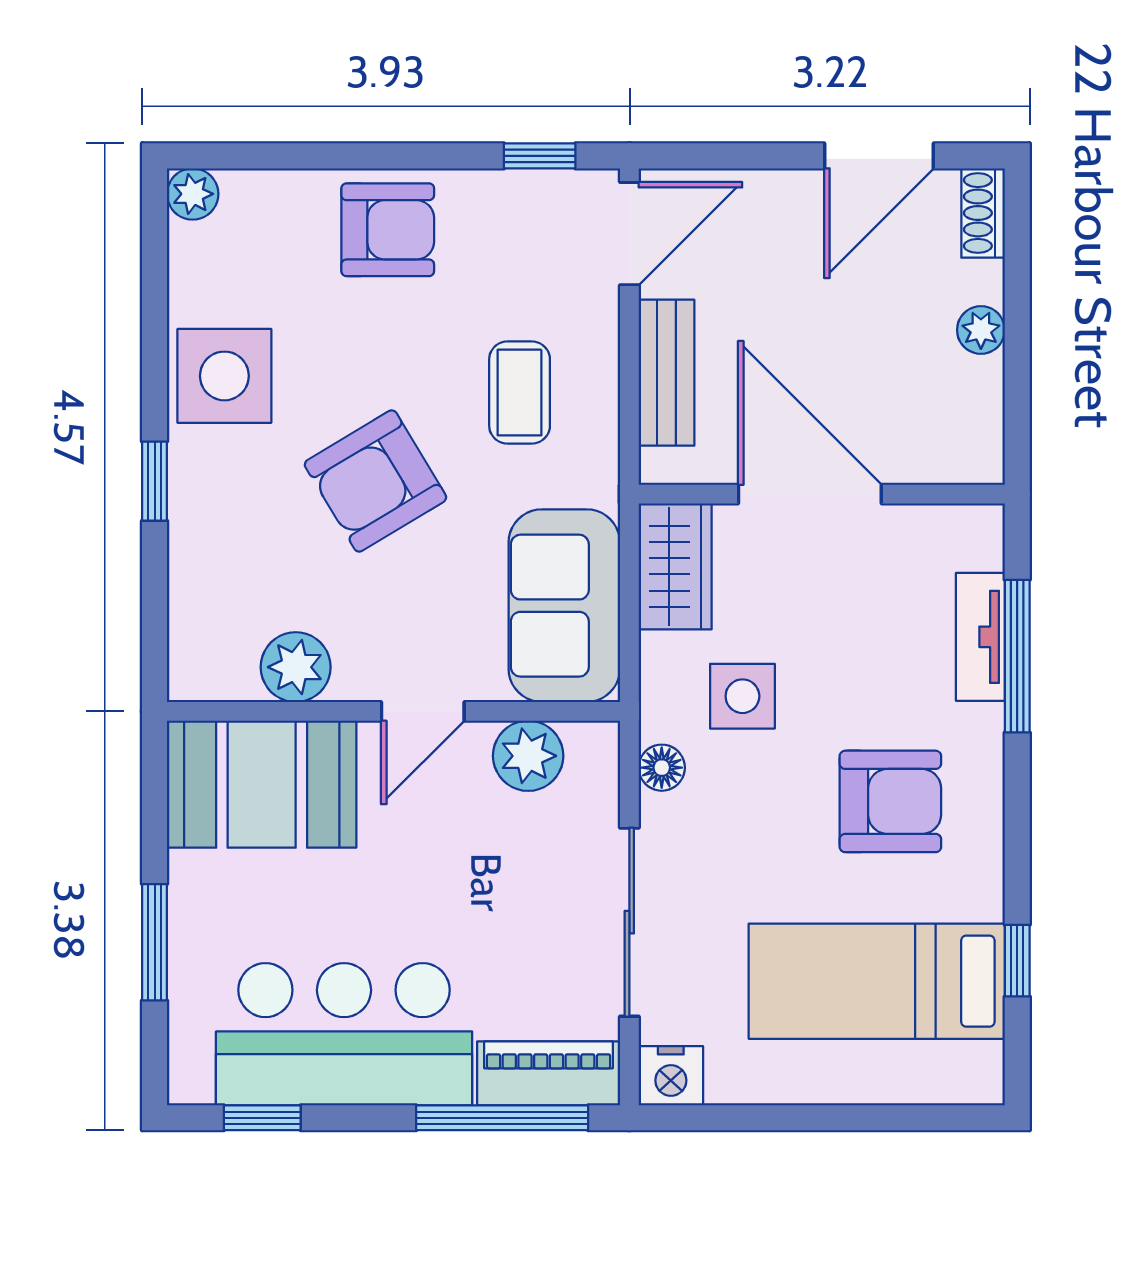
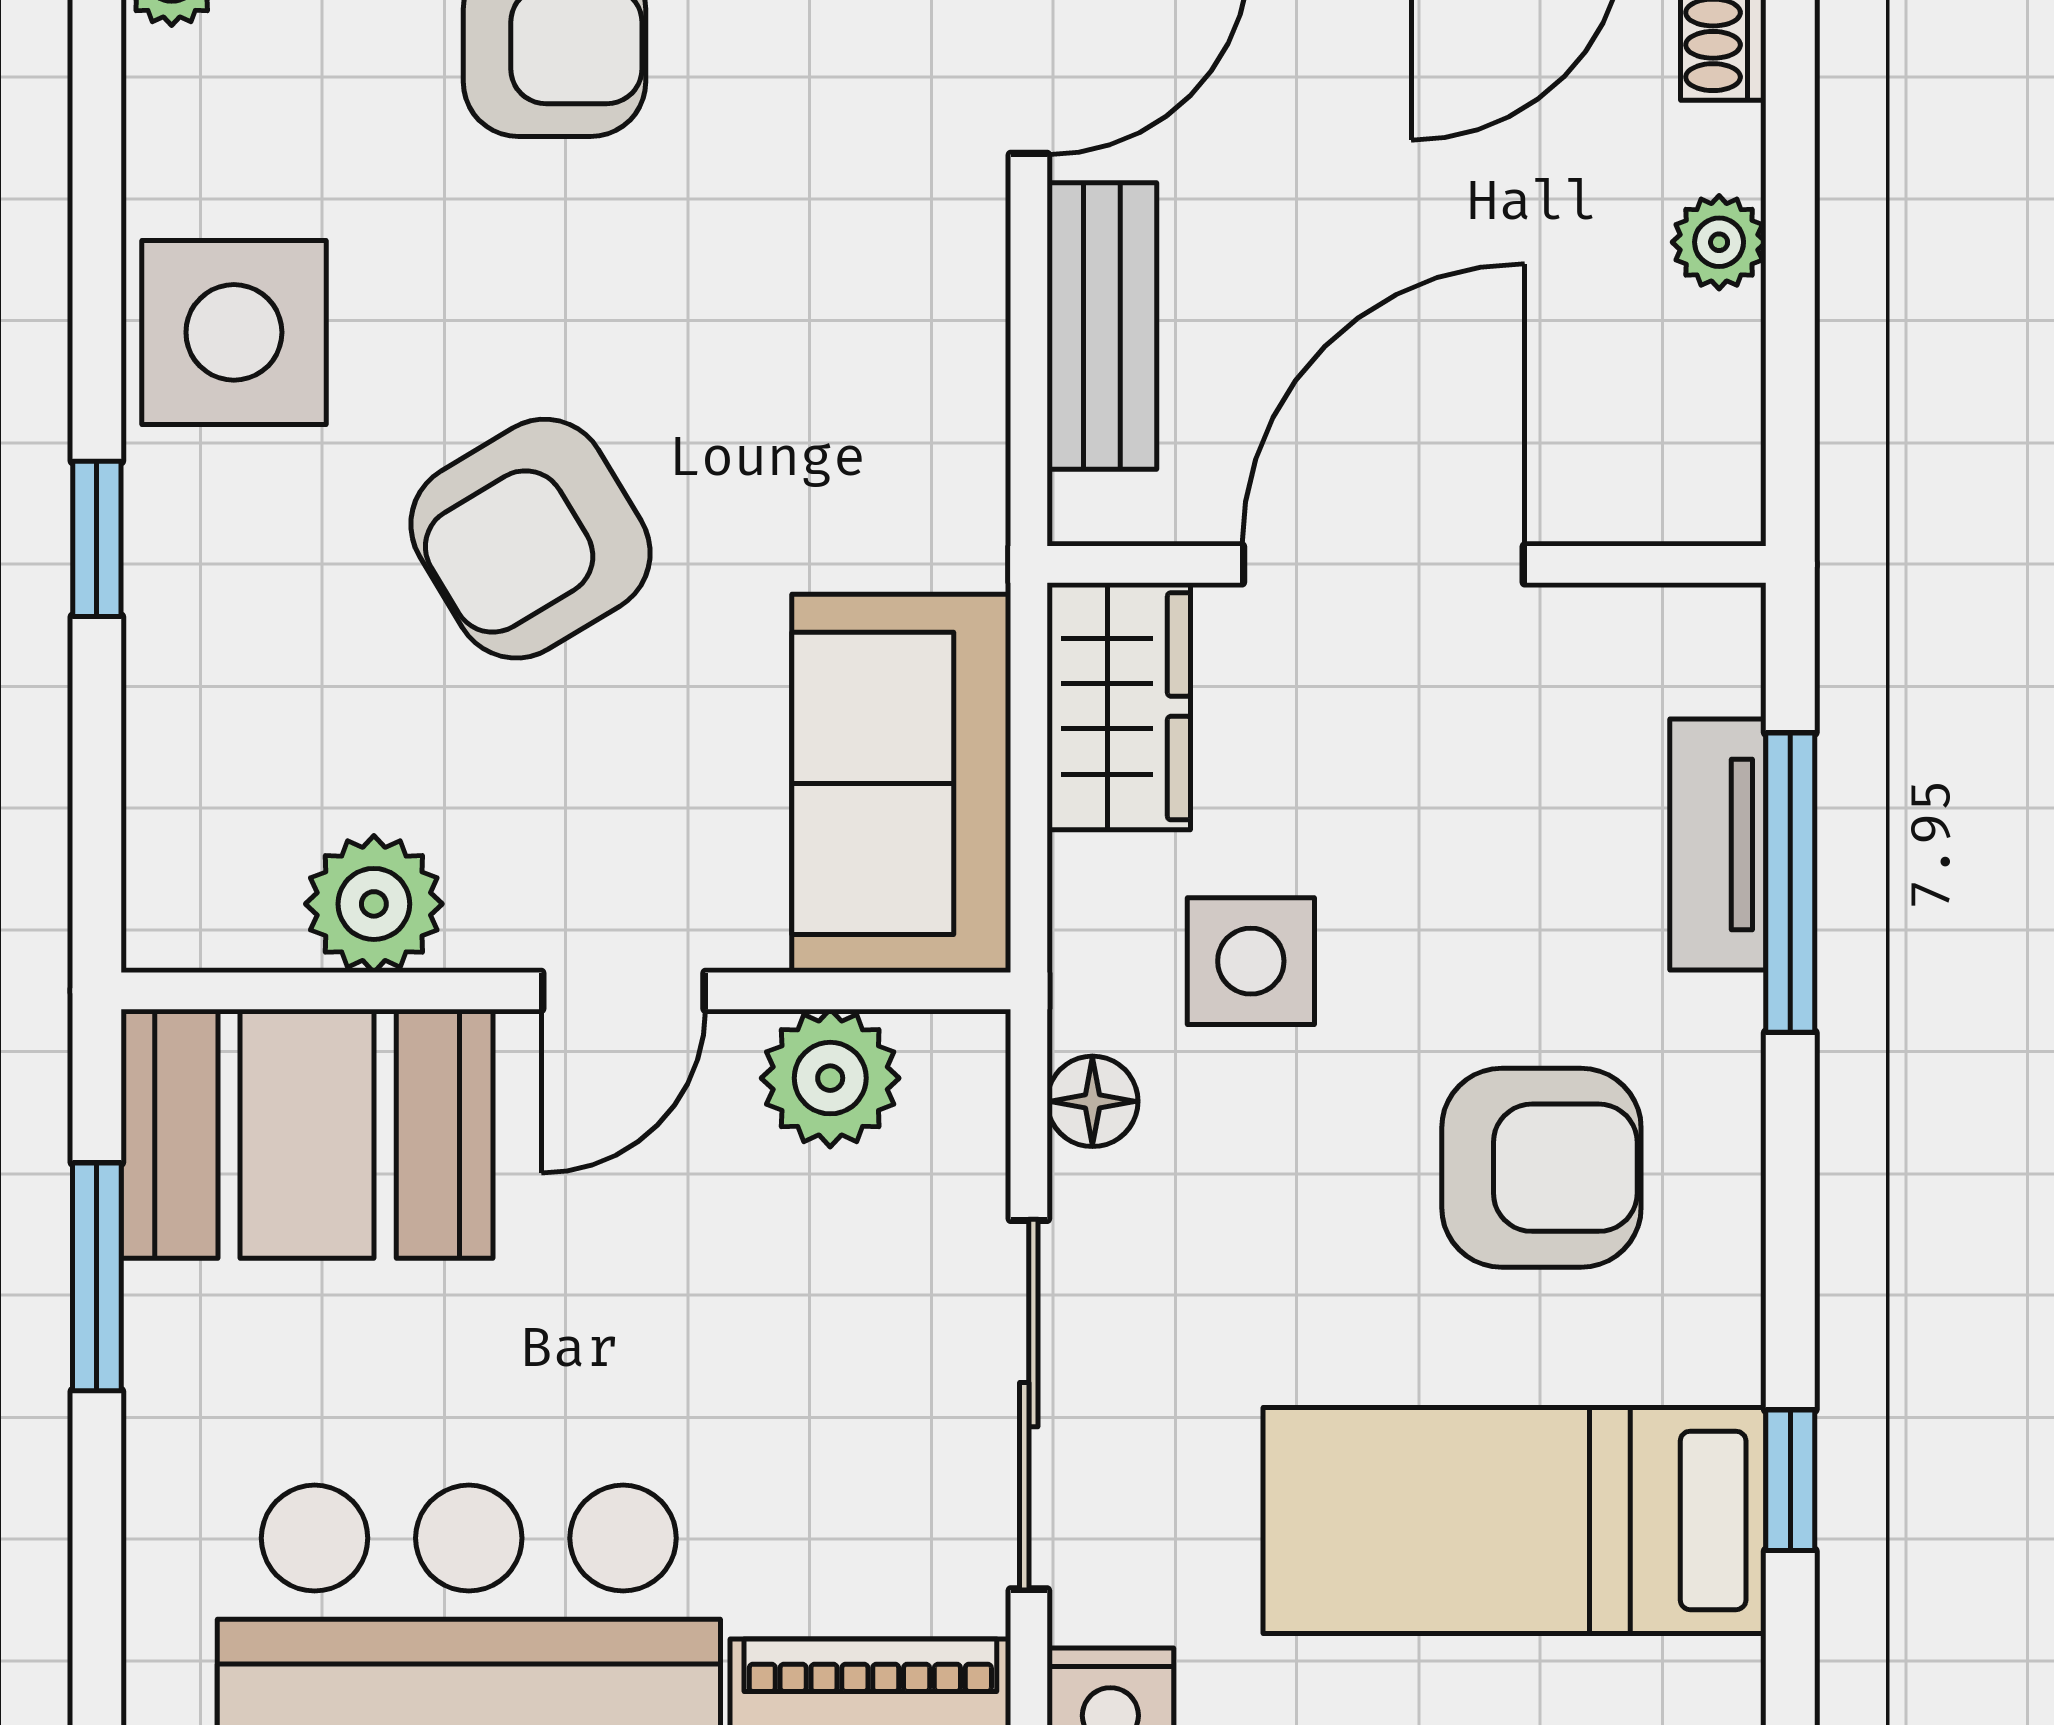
coffee table: (520, 393) -> (813, 365), removed
door: (810, 494) -> (1383, 564), hinge flipped
window: (155, 942) -> (97, 1277), moved

